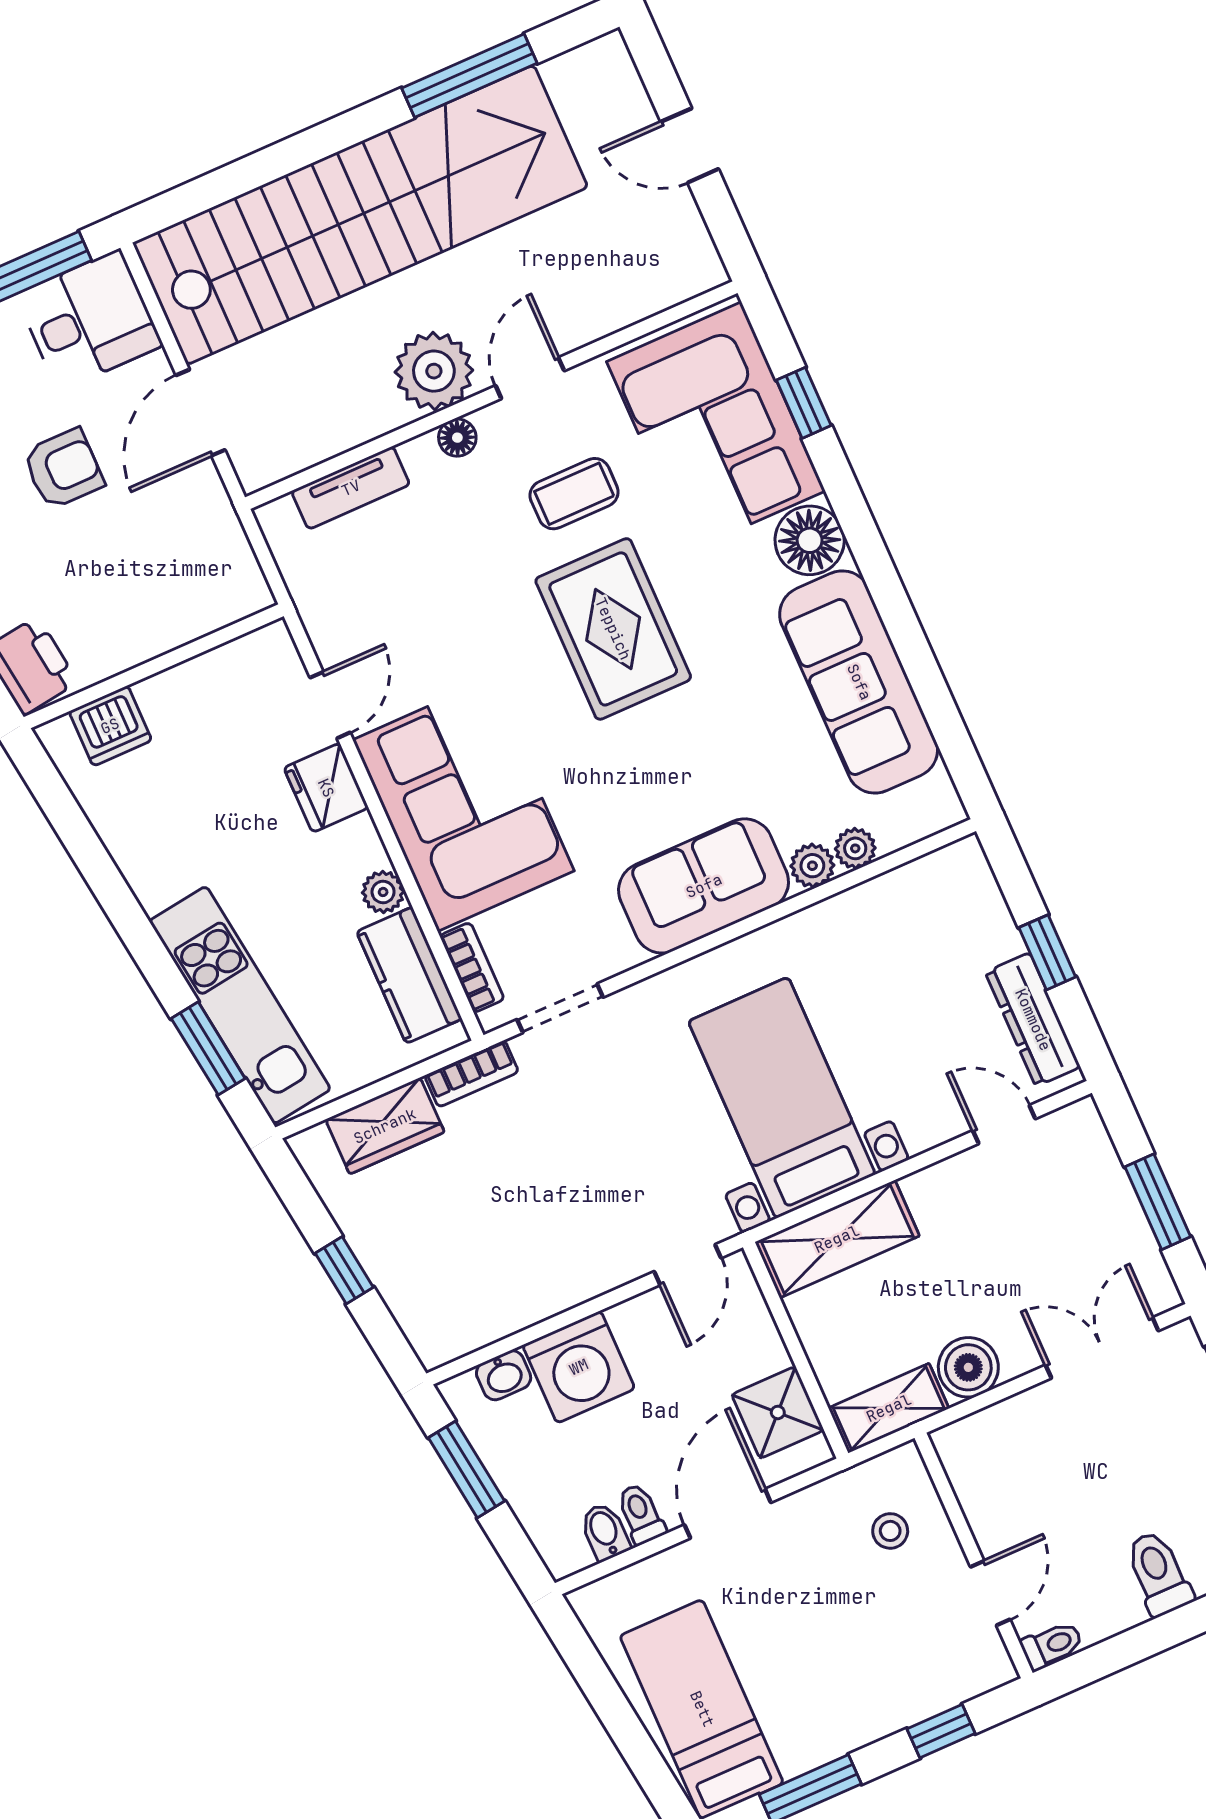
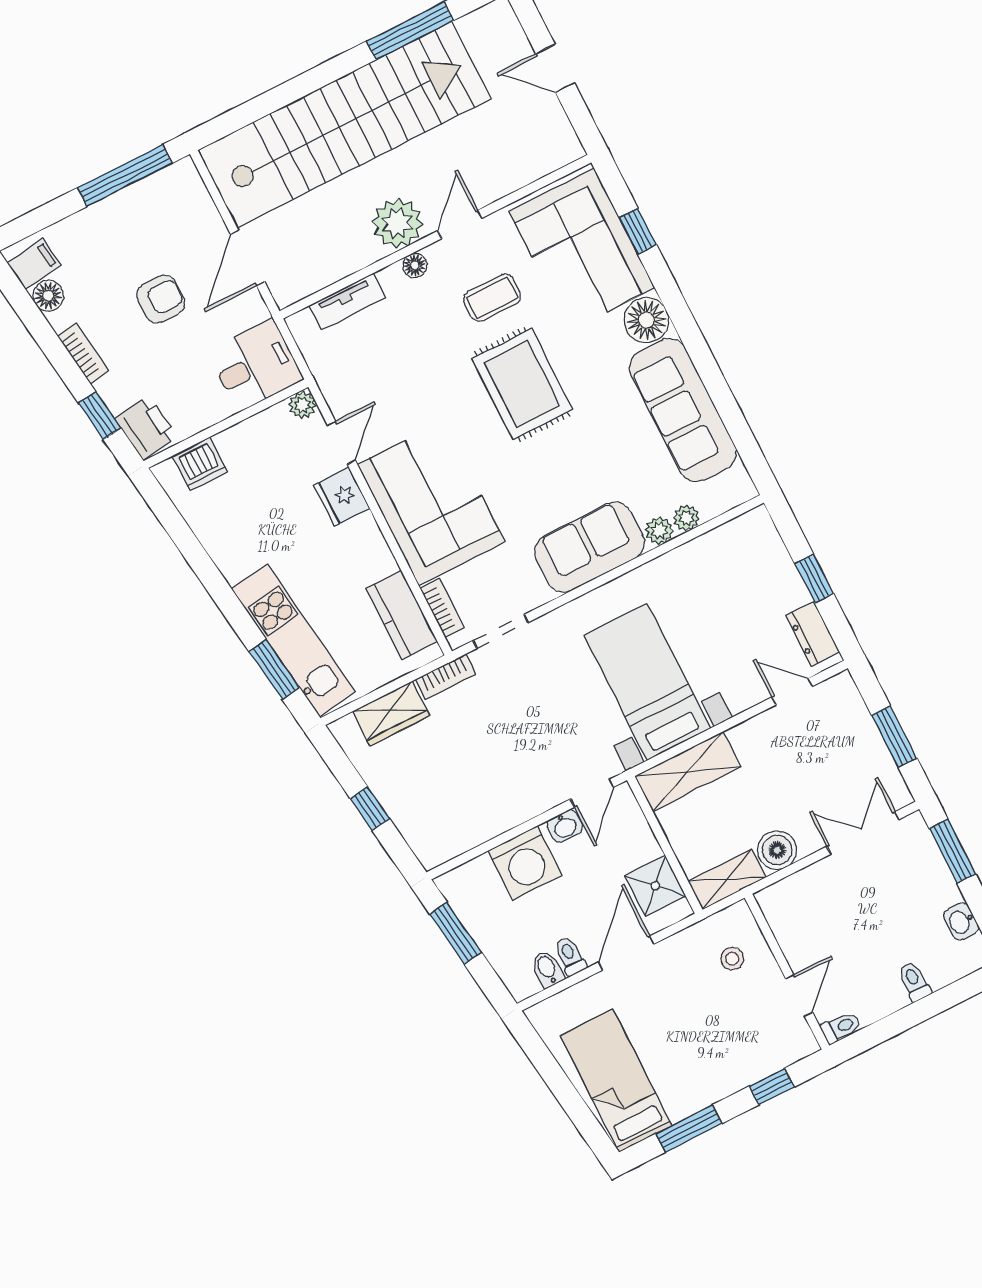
desk: (89, 320) -> (255, 365), moved
plant: (383, 892) -> (302, 405), moved
dresser: (1033, 1020) -> (813, 634), width x0.70
washbasin: (504, 1375) -> (565, 826), moved
toilet: (1159, 1573) -> (914, 982), width x0.73, depth x0.72

